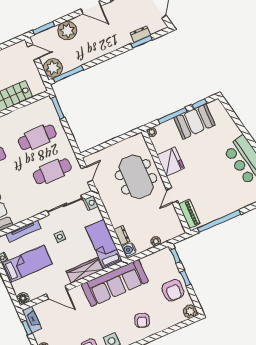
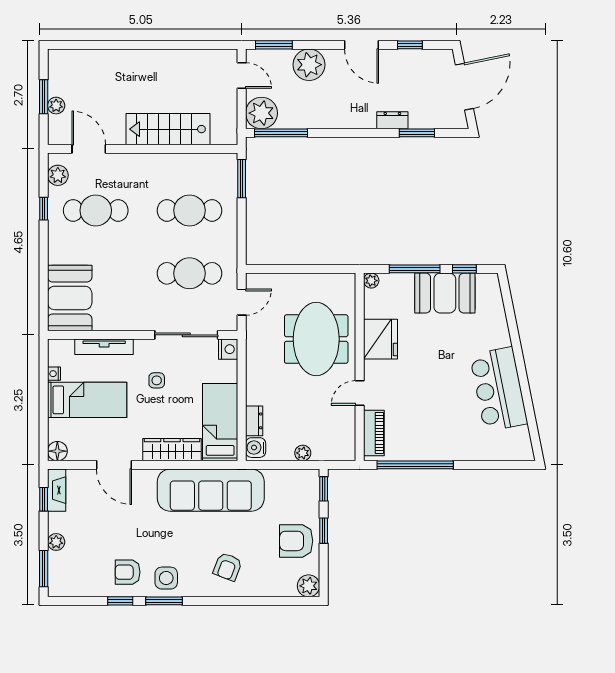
dresser: (140, 34) -> (392, 120), moved
armchair: (173, 290) -> (296, 541), turned 90

